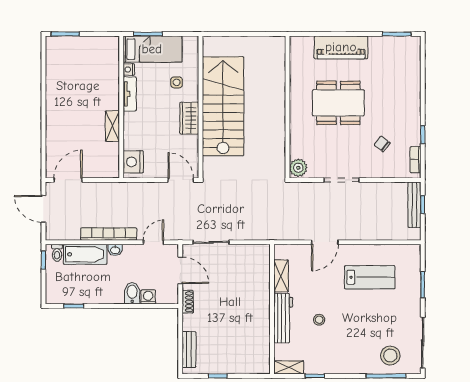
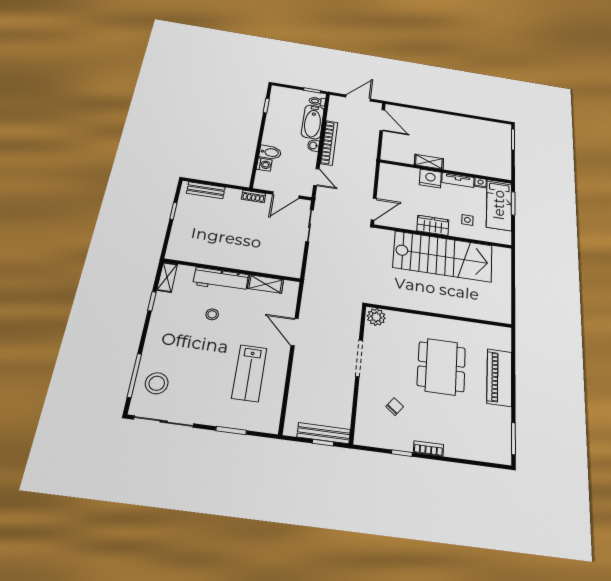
bookcase: (416, 160) -> (428, 448), moved
nightstand: (133, 162) -> (430, 178), moved

